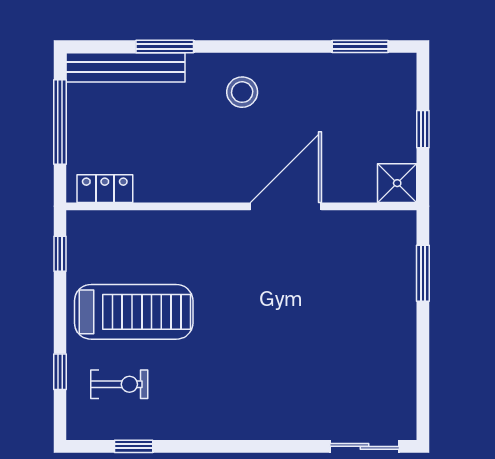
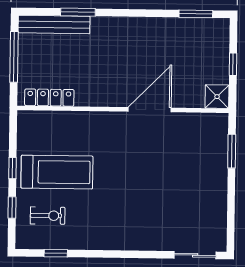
stool: (242, 92) -> (124, 40), removed
locker: (105, 189) -> (49, 98), width x1.53
window: (60, 254) -> (13, 168), moved

